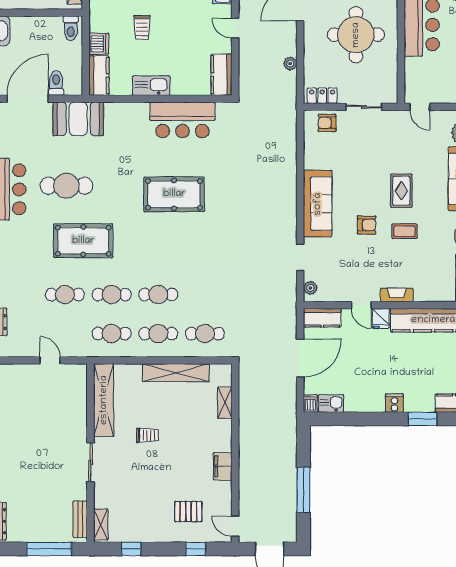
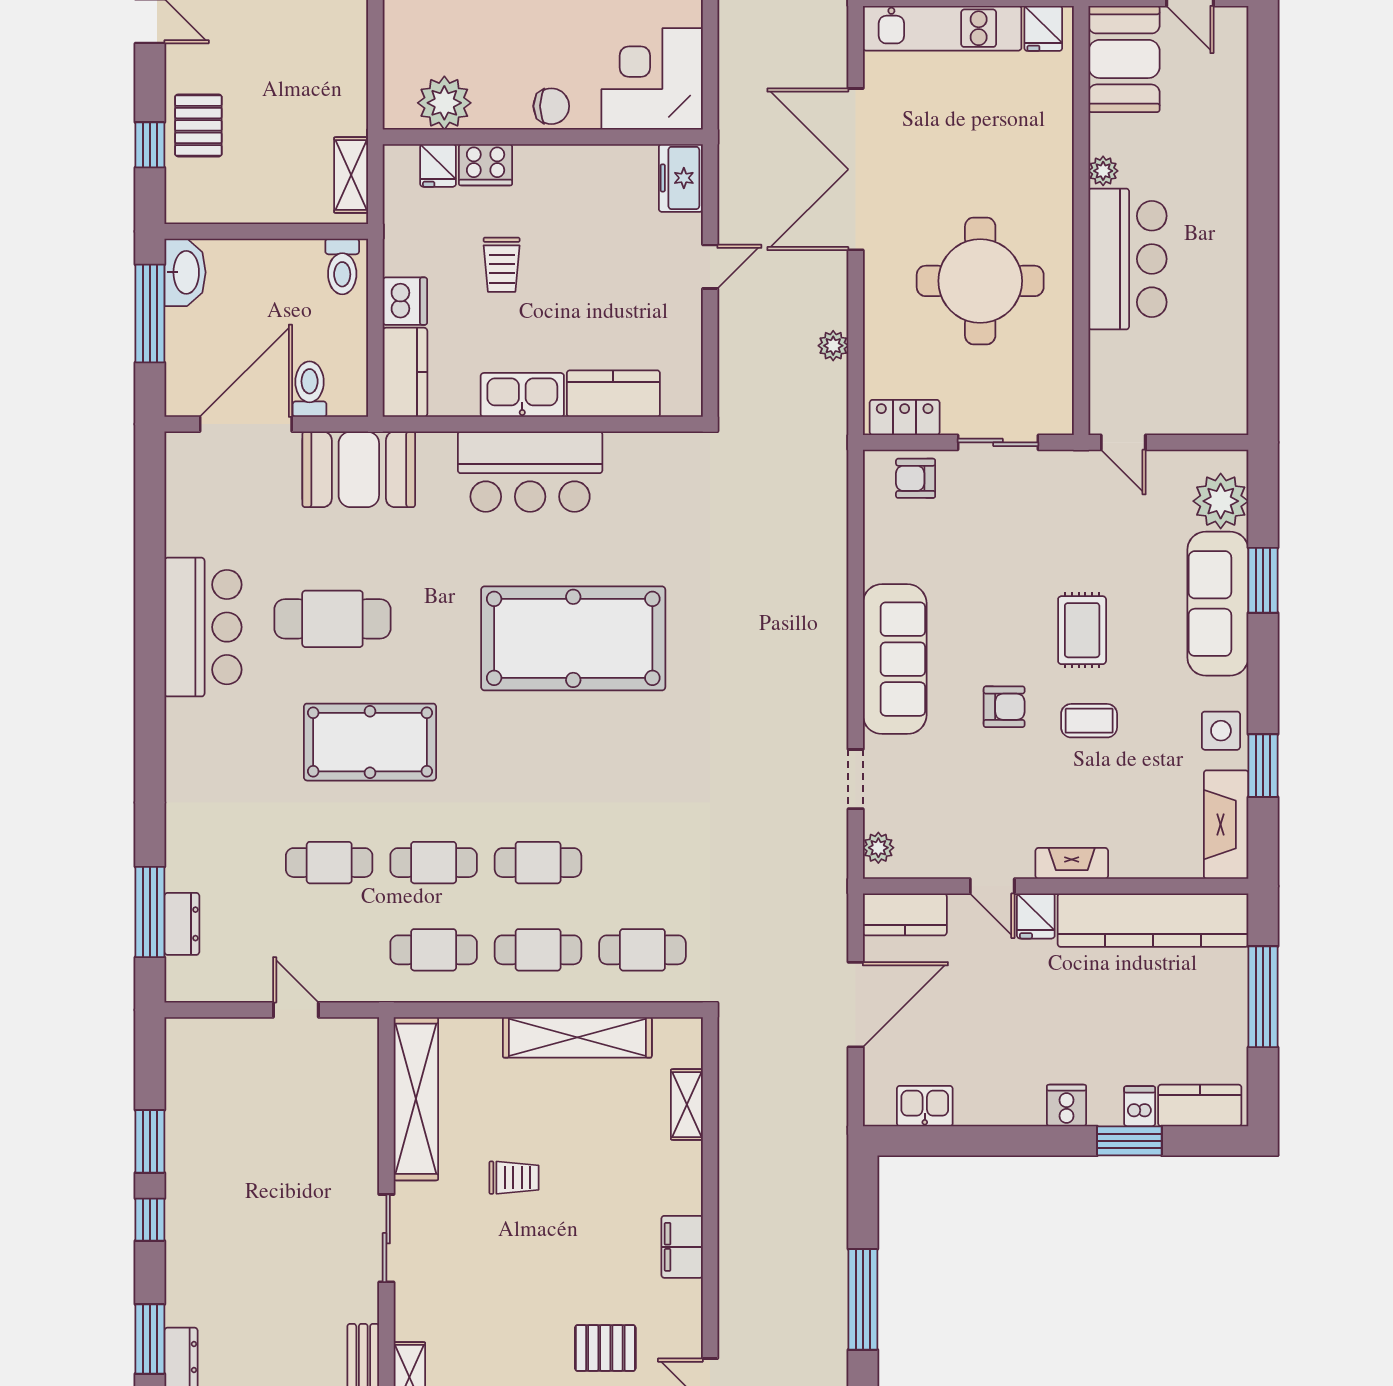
door: (235, 28) -> (710, 267), swing flipped
kitchen counter: (222, 75) -> (613, 394), moved, turned 90
bar counter: (182, 120) -> (530, 472), moved
pool table: (174, 194) -> (573, 638), width x1.36, depth x1.32
dishwasher: (310, 403) -> (1140, 1106), moved

